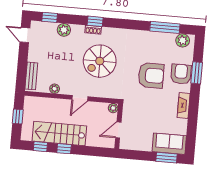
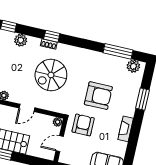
armchair: (181, 74) -> (83, 125), moved

